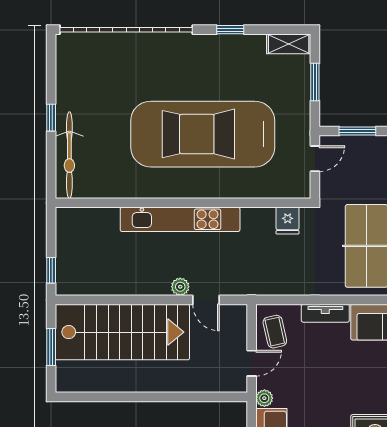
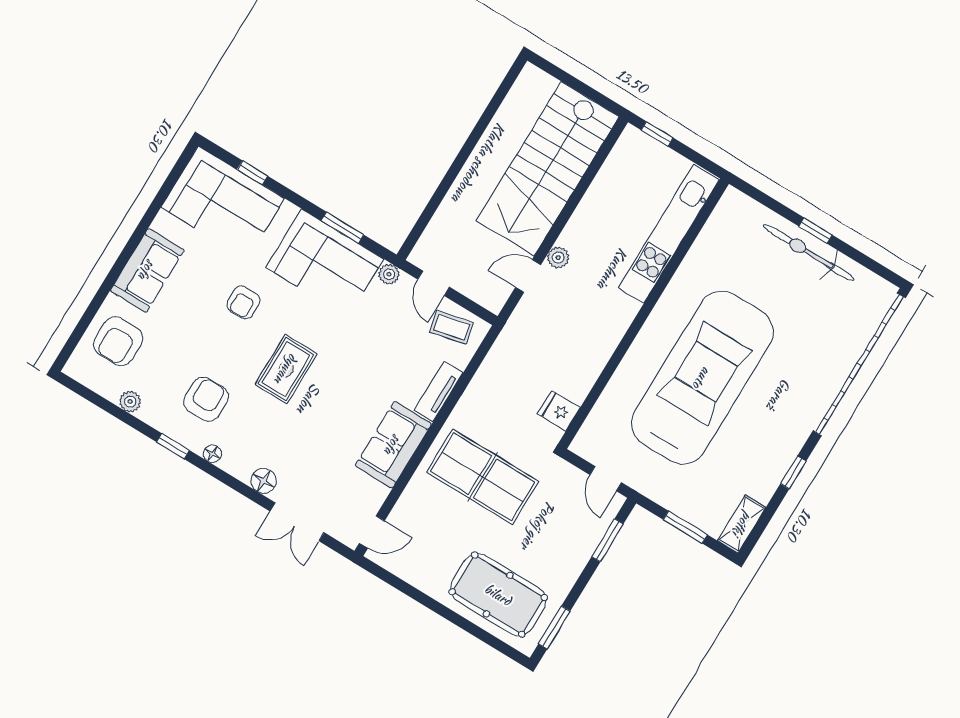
bicycle: (69, 155) -> (809, 252), moved
kitchen unit: (180, 219) -> (669, 234), moved
window: (51, 347) -> (577, 85), removed

